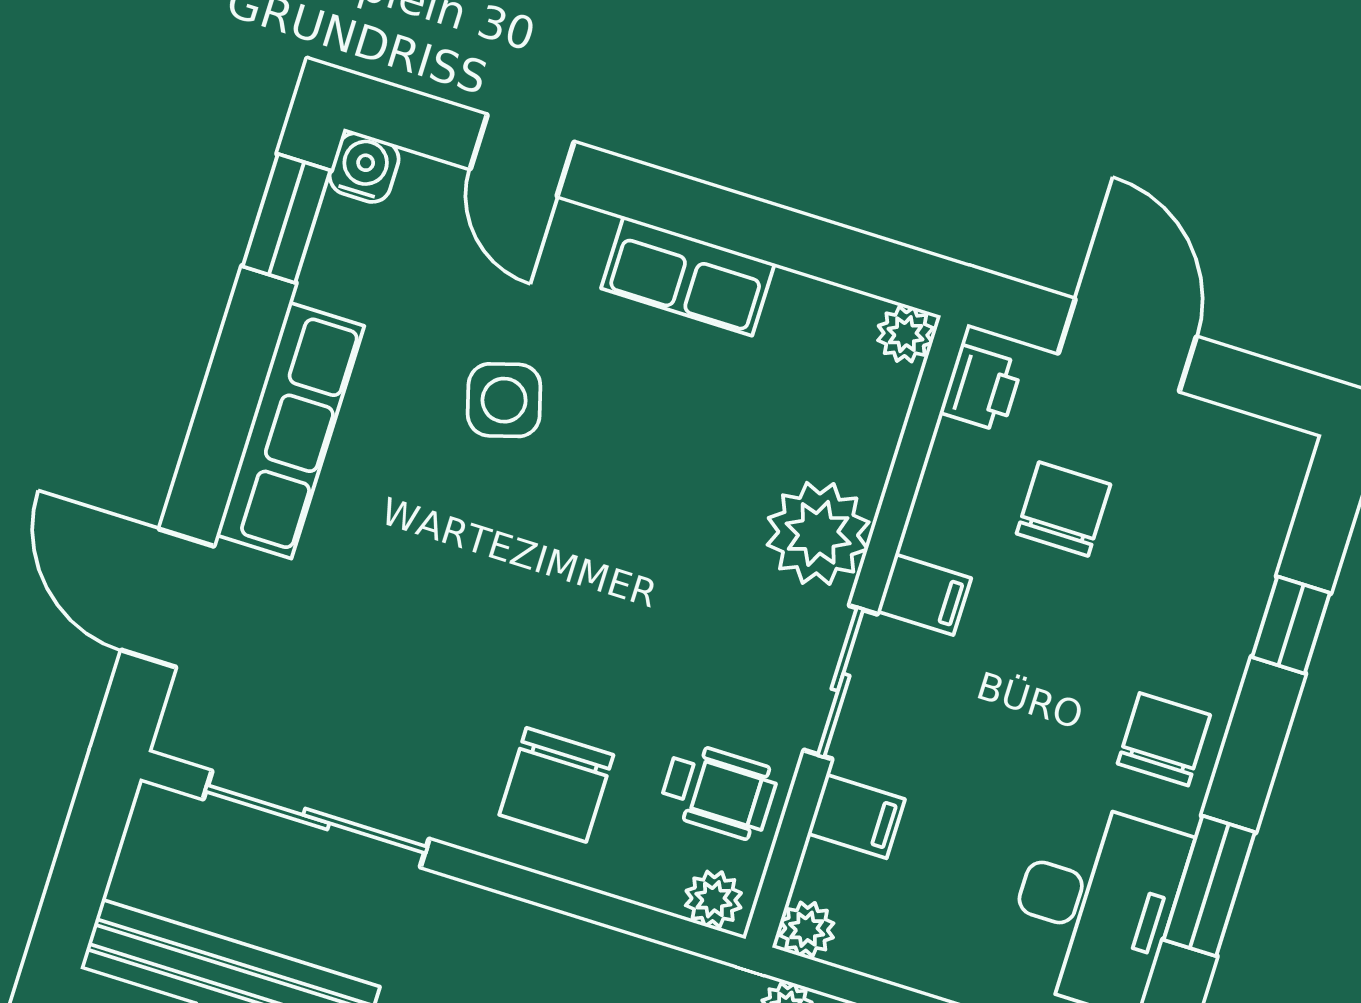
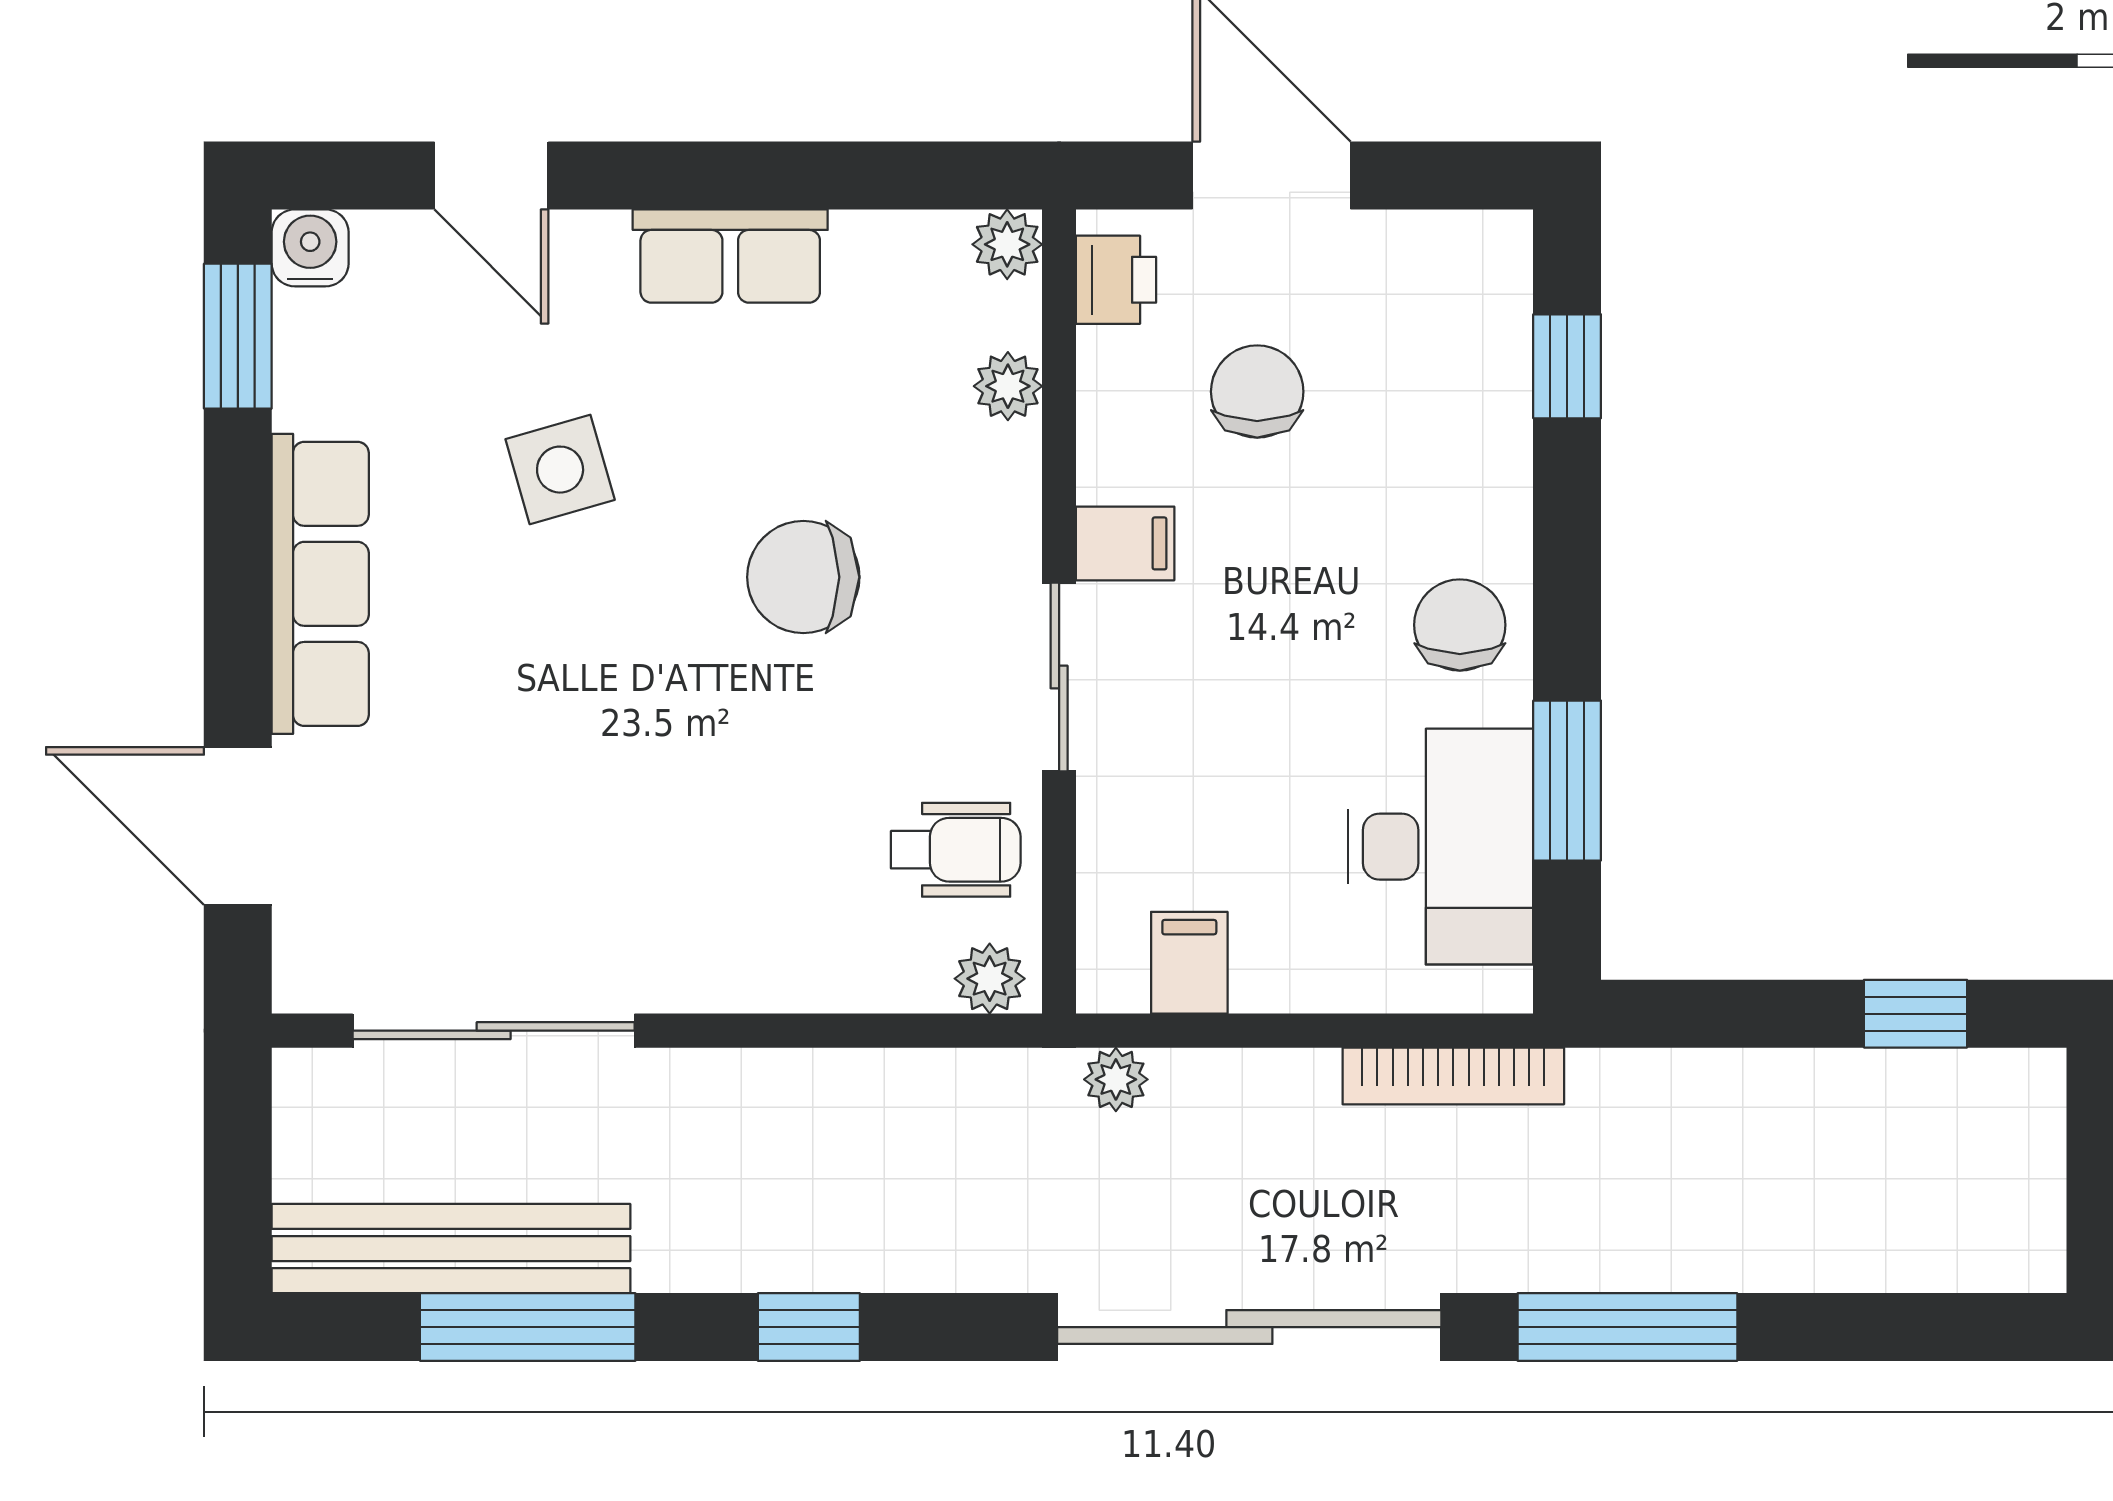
plant: (818, 533) -> (1008, 386), moved, width x0.53, depth x0.53
window: (1291, 625) -> (1567, 366), moved
chair: (556, 785) -> (803, 577), moved, turned 90
filing cabinet: (856, 816) -> (1189, 963), moved, turned -90
plant: (807, 929) -> (1110, 980), removed

